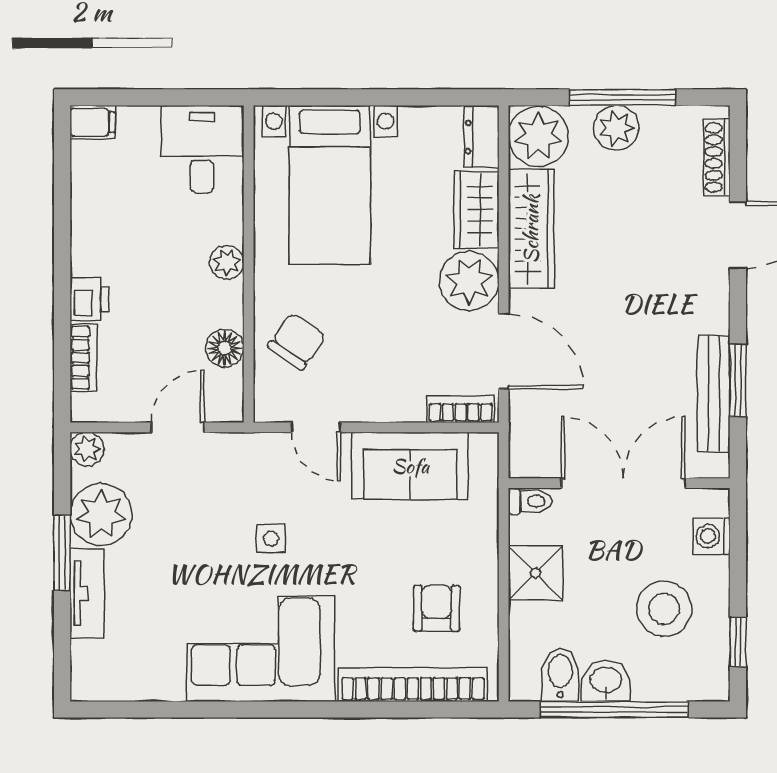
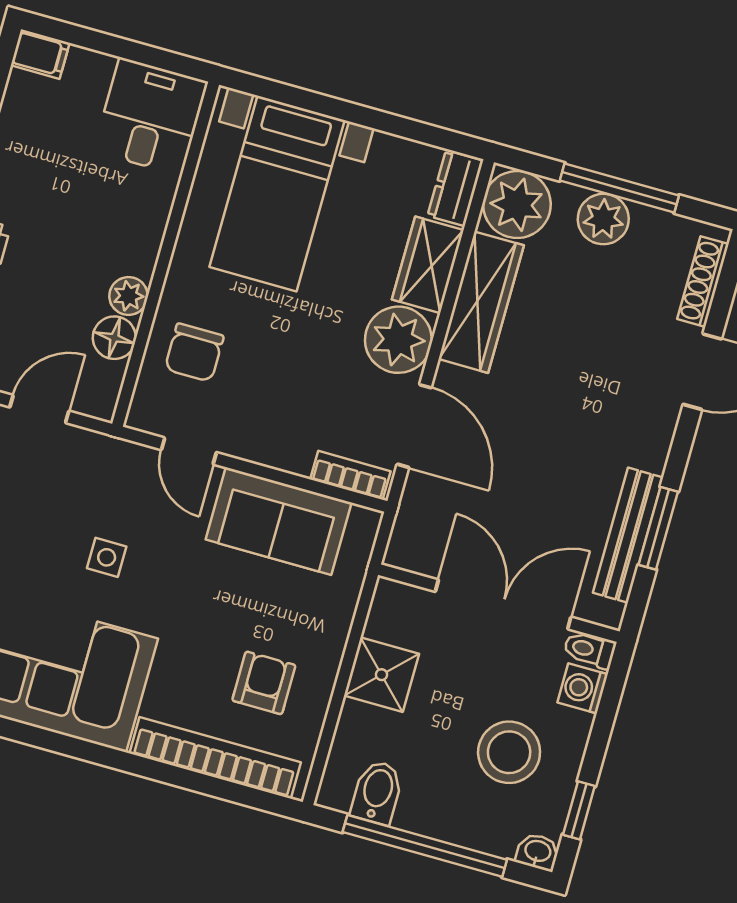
plant: (227, 262) -> (128, 296), moved
chair: (297, 341) -> (194, 352), turned 145
toilet: (530, 501) -> (590, 650), moved, turned 180
washbasin: (606, 681) -> (538, 852), moved, width x0.72, depth x0.69

